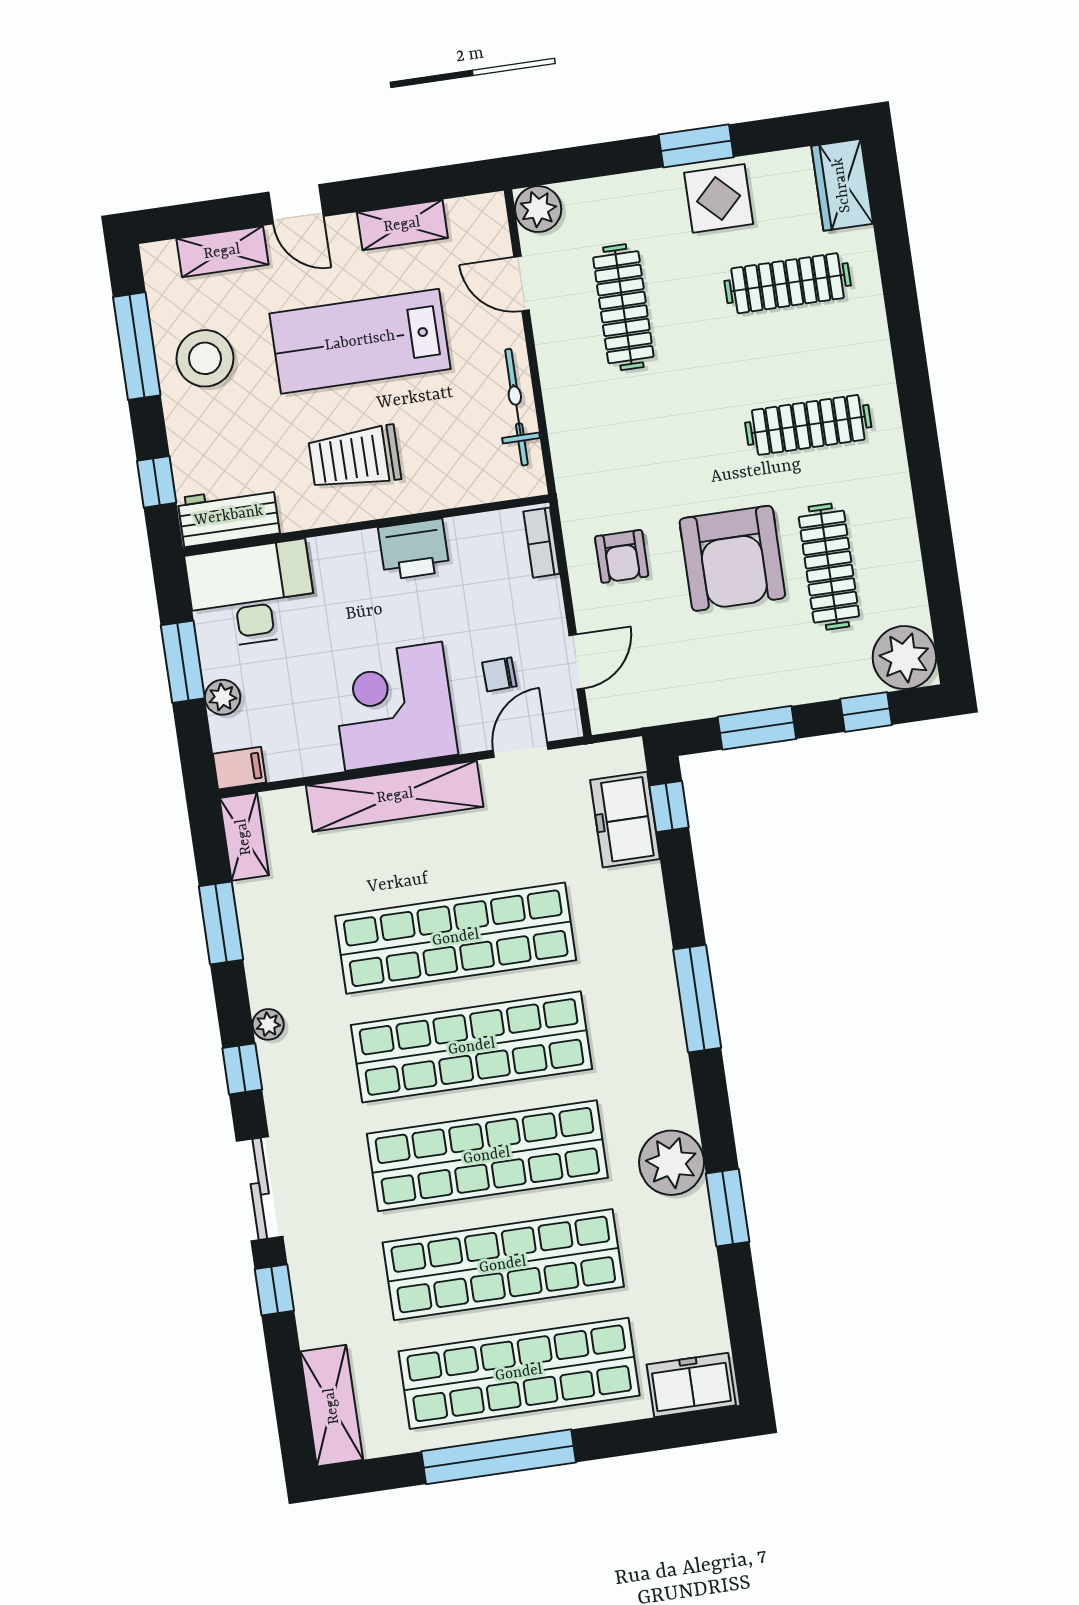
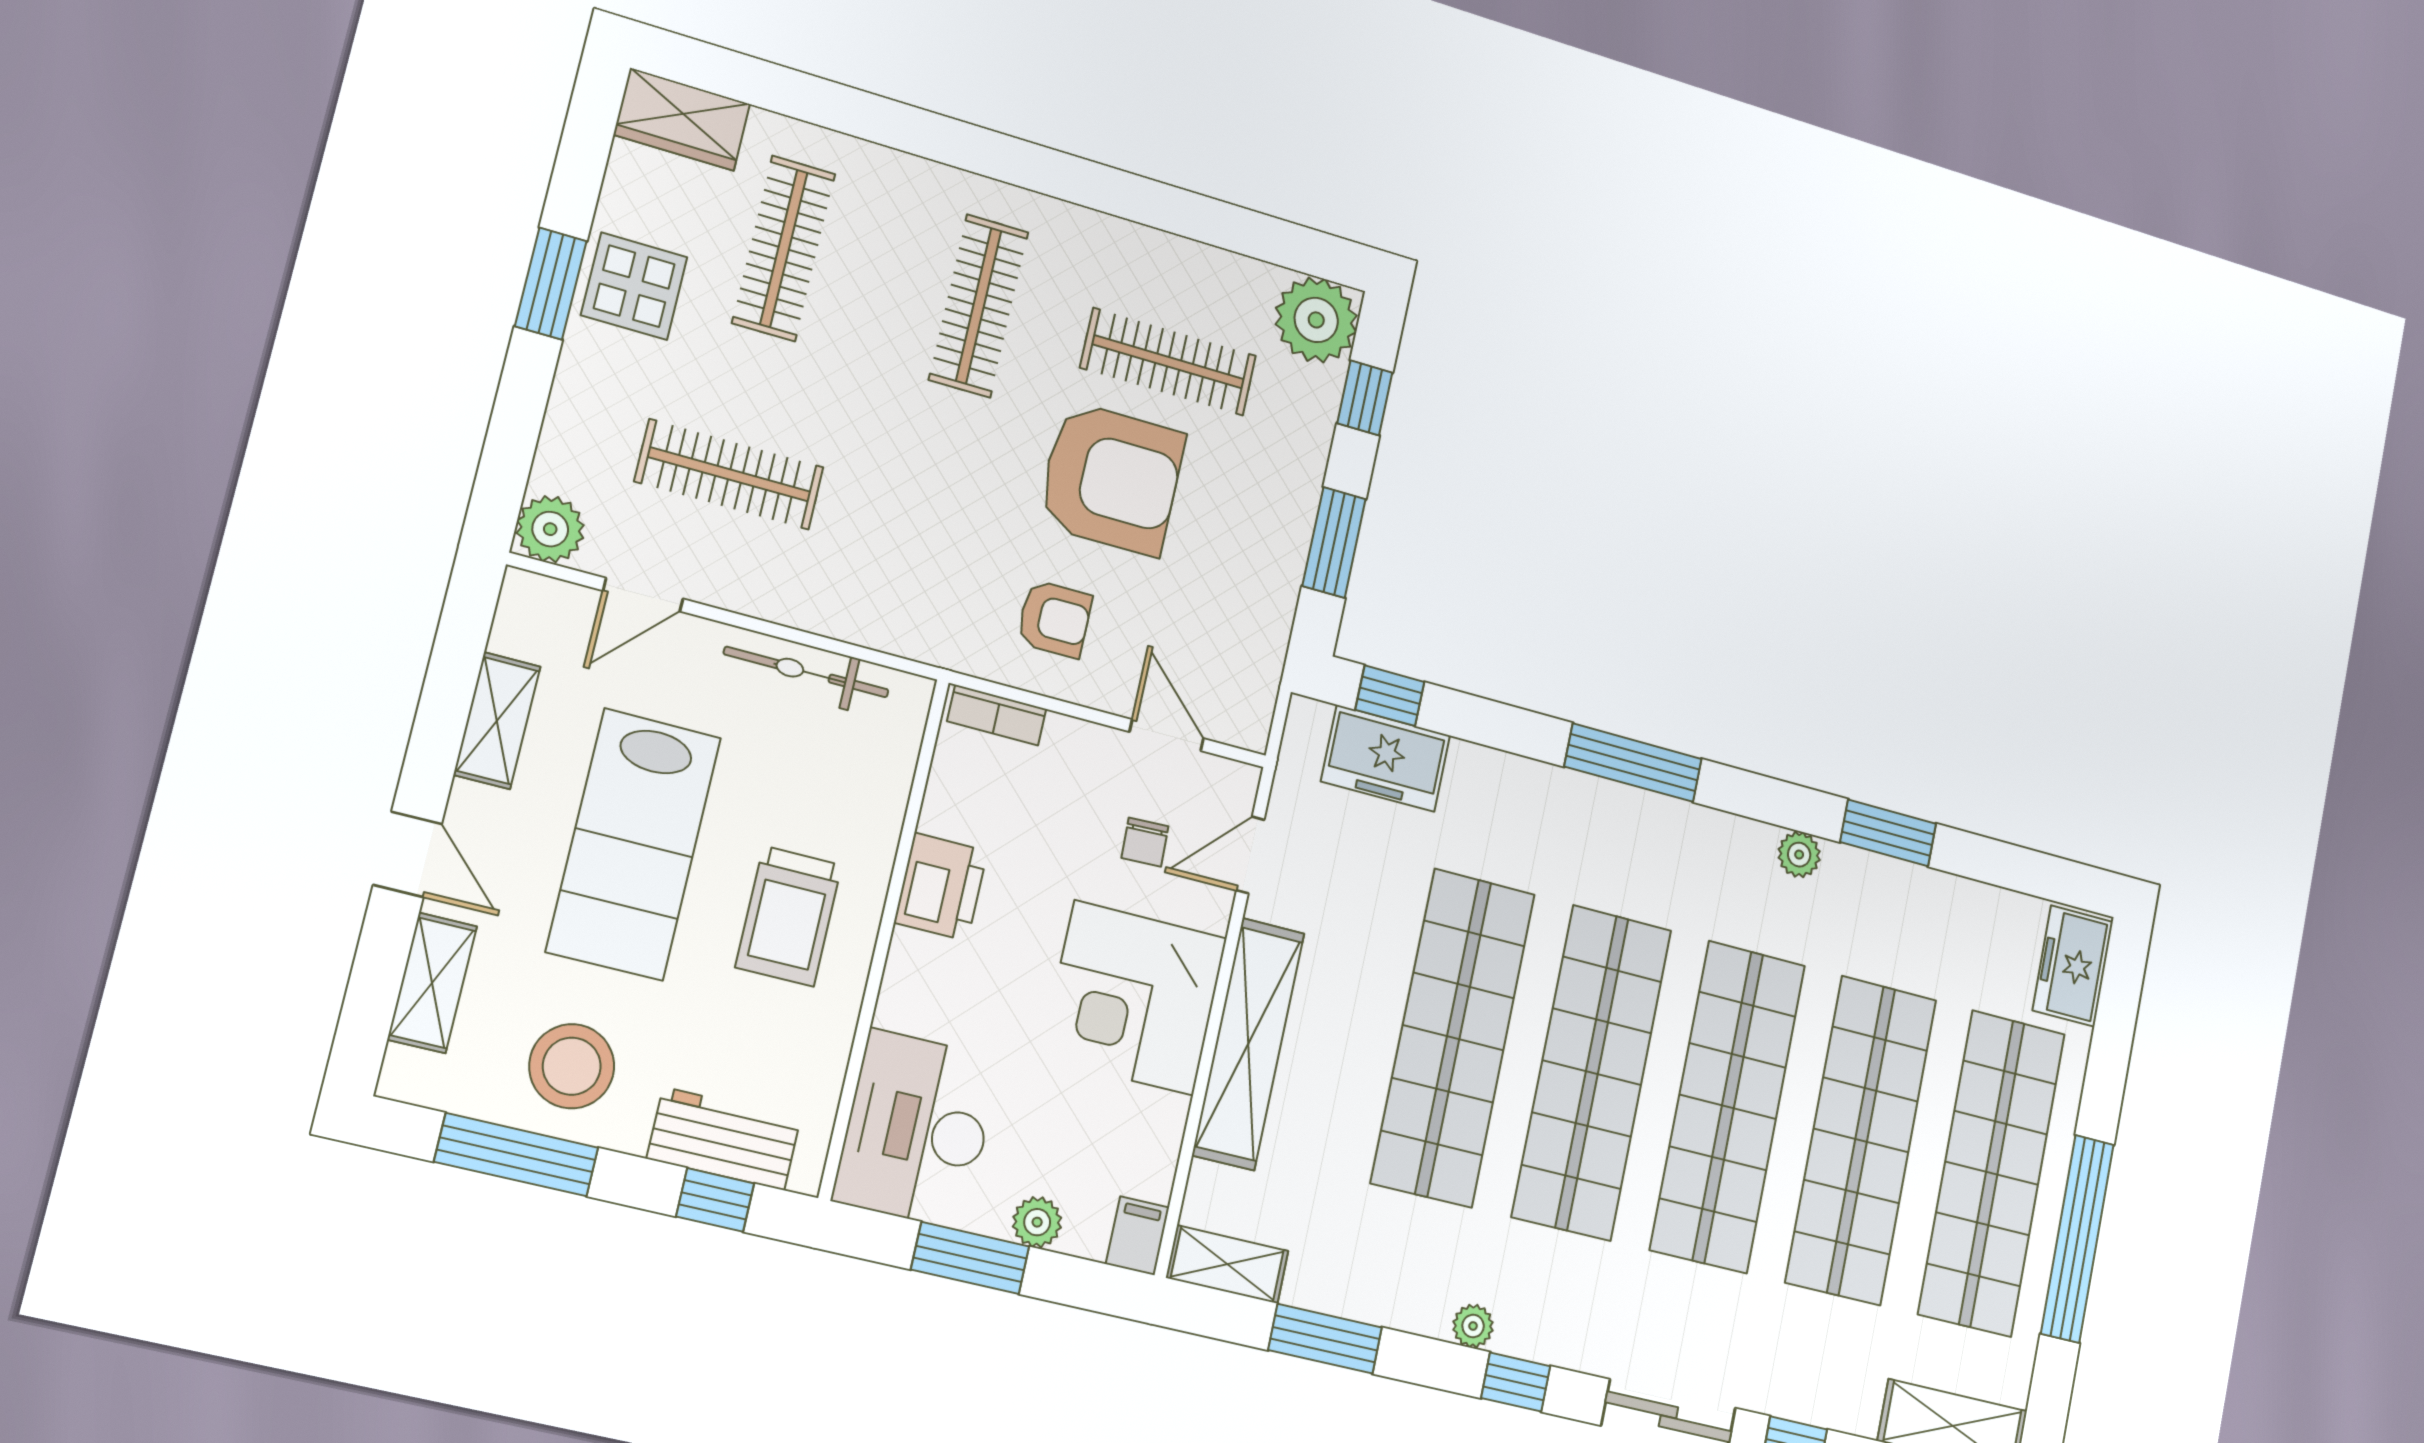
door: (296, 204) -> (407, 854), hinge flipped
workbench: (229, 516) -> (724, 1139), moved, turned 90
door: (521, 750) -> (1250, 855), hinge flipped
plant: (672, 1163) -> (1799, 855), width x0.53, depth x0.53

